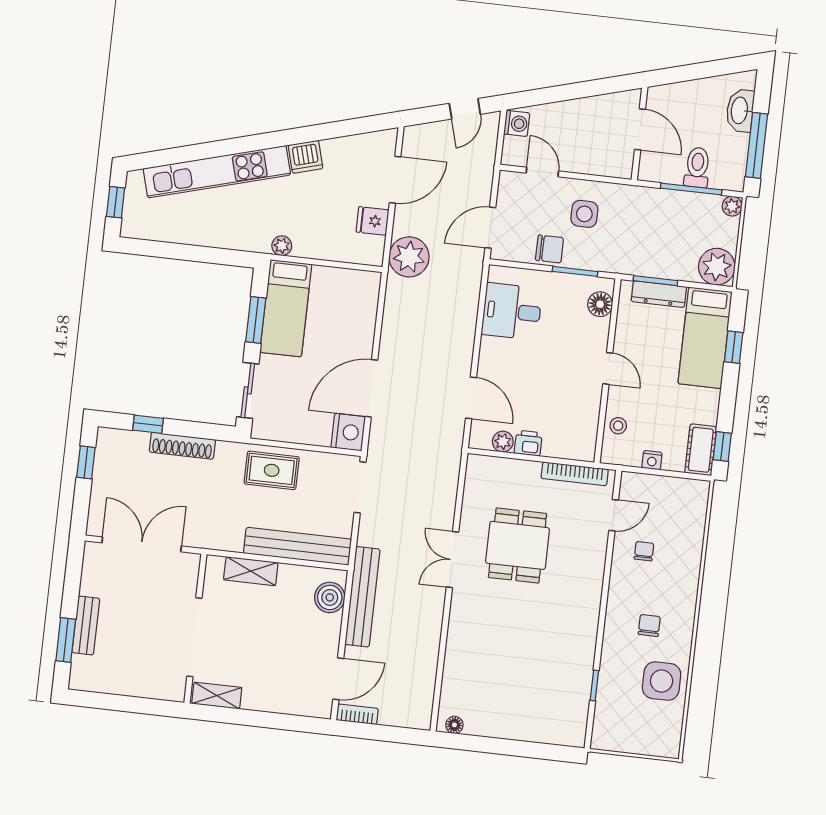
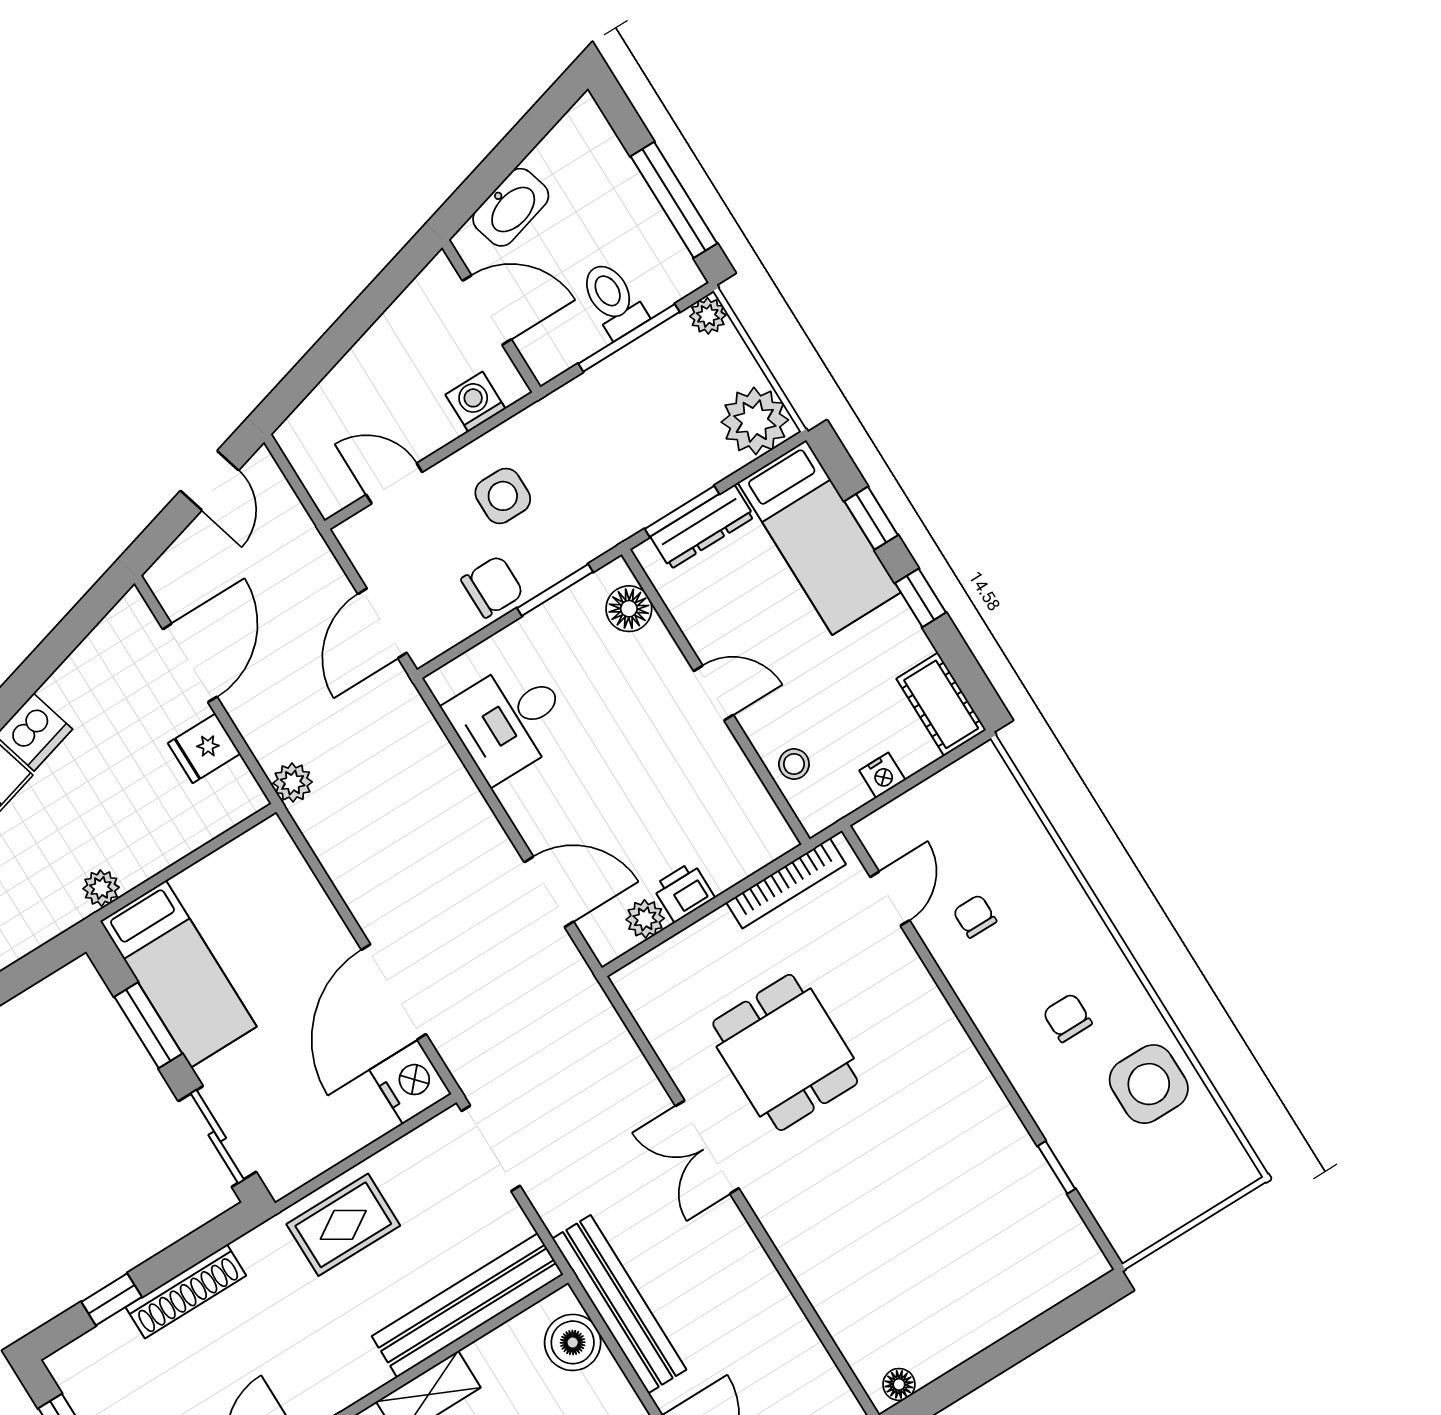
washbasin: (740, 110) -> (511, 207), moved, turned -106
washing machine: (517, 123) -> (475, 402), moved, turned -90
plant: (409, 257) -> (293, 783), width x0.53, depth x0.53
window: (722, 446) -> (921, 598), moved

